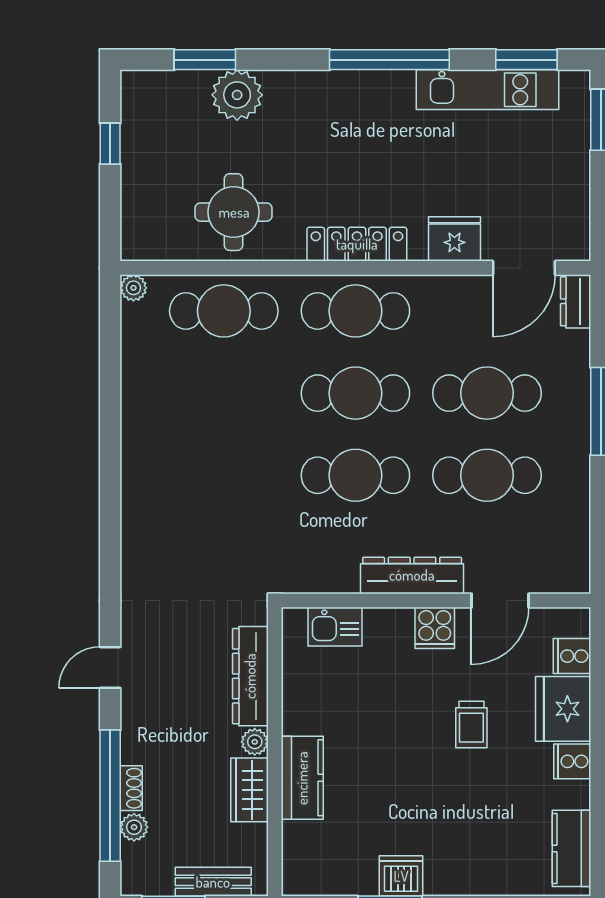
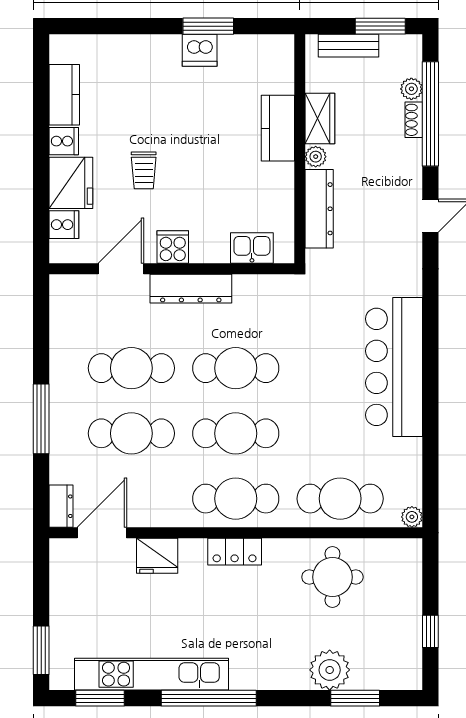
kitchen unit: (487, 90) -> (151, 674), width x1.36
locker: (357, 244) -> (235, 552), width x0.66
bar counter: (156, 477) -> (394, 367), added
trolley: (471, 724) -> (144, 170), turned 180
kitchen counter: (571, 848) -> (64, 95), moved

